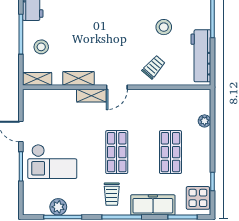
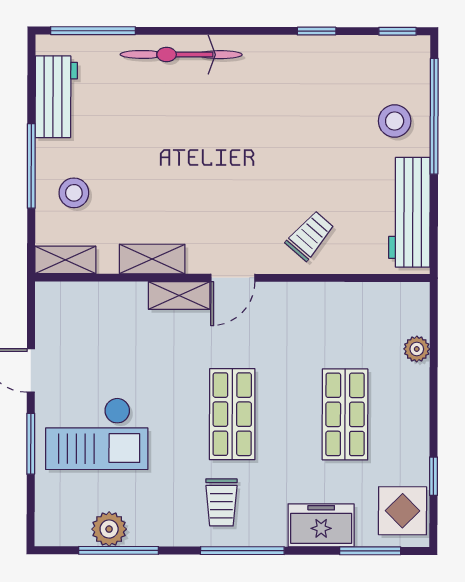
stool: (164, 27) -> (395, 121), moved
freezer: (153, 205) -> (321, 525), width x0.71

